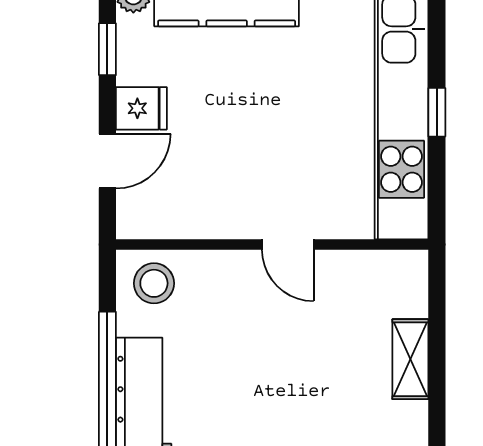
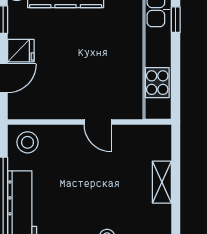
window: (437, 112) -> (176, 20), moved

